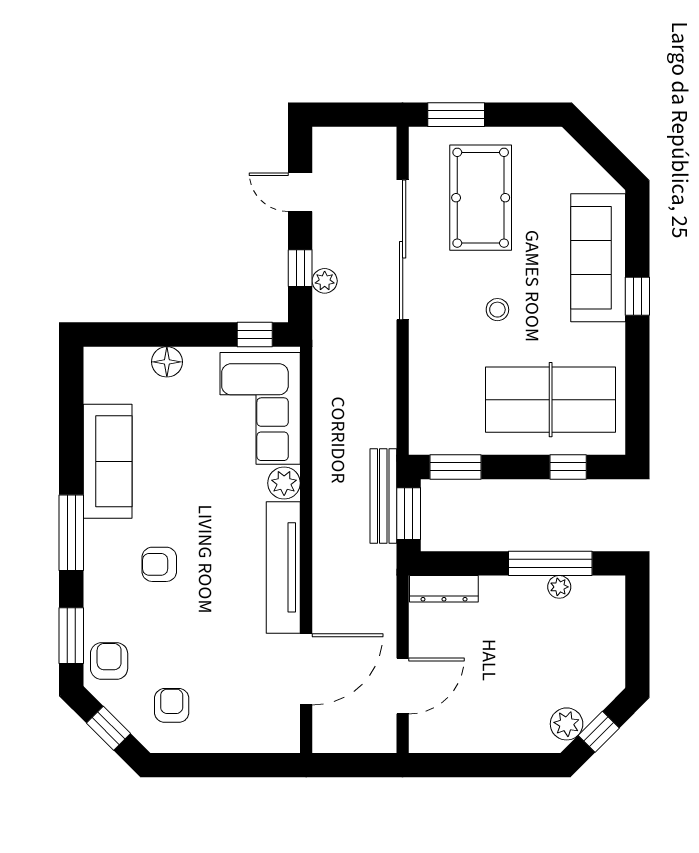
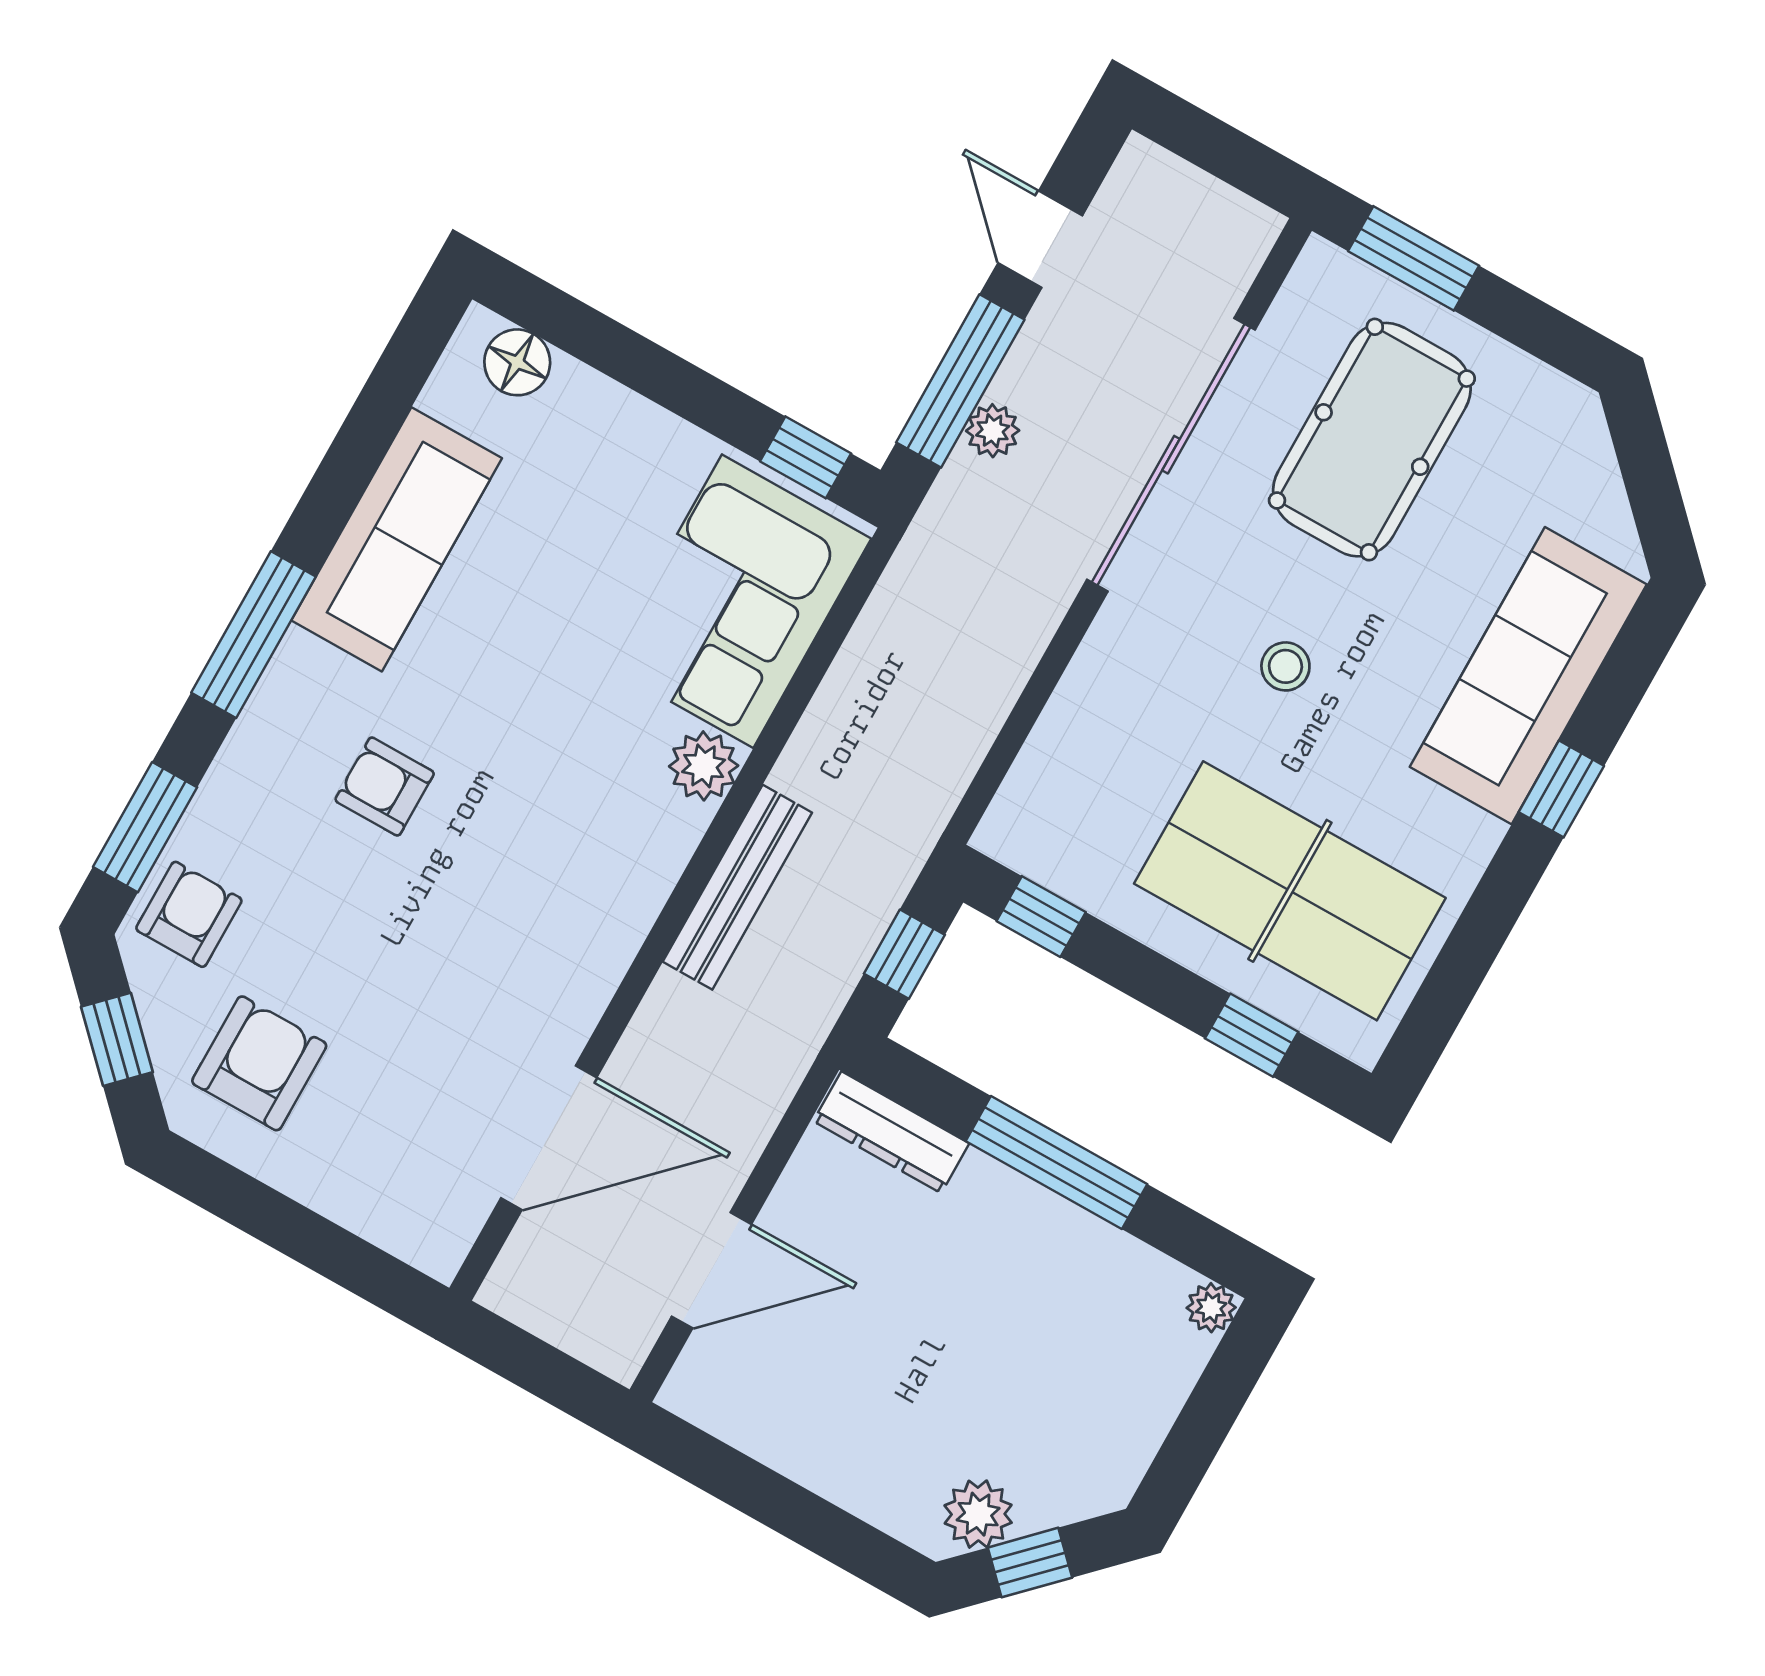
window: (300, 268) -> (960, 381), width x2.17
floor lamp: (167, 362) -> (517, 362), moved
window: (455, 467) -> (1041, 917), width x0.67
bench: (383, 496) -> (737, 887), moved
window: (409, 514) -> (904, 954), width x0.67
window: (550, 563) -> (1056, 1163), moved
tv unit: (283, 567) -> (613, 923), removed
plant: (559, 587) -> (1211, 1308), moved
armchair: (172, 705) -> (259, 1063), width x1.38, depth x1.38

